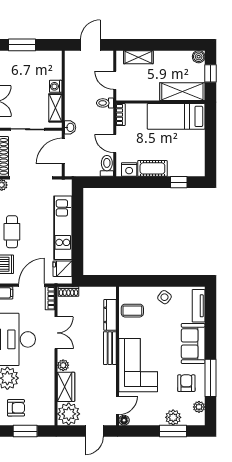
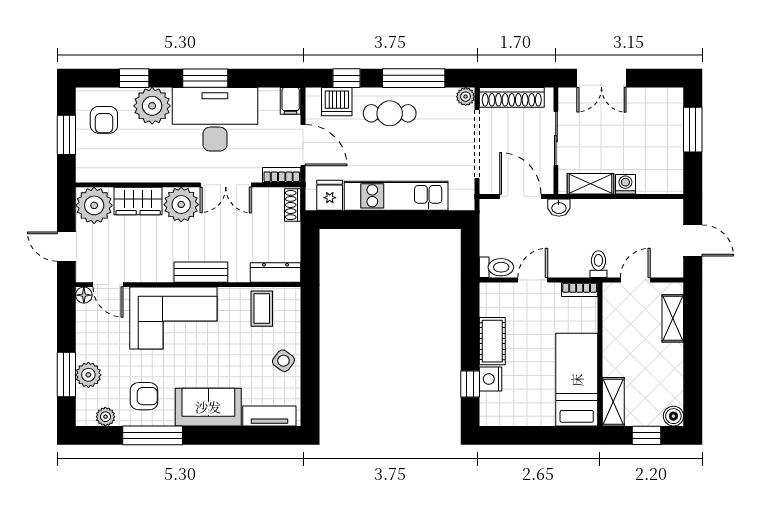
shelving: (182, 92) -> (613, 402), width x0.67, depth x0.75
nightstand: (129, 170) -> (491, 379), moved
dresser: (110, 315) -> (276, 272), moved
plant: (63, 365) -> (181, 205), width x1.88, depth x1.88

